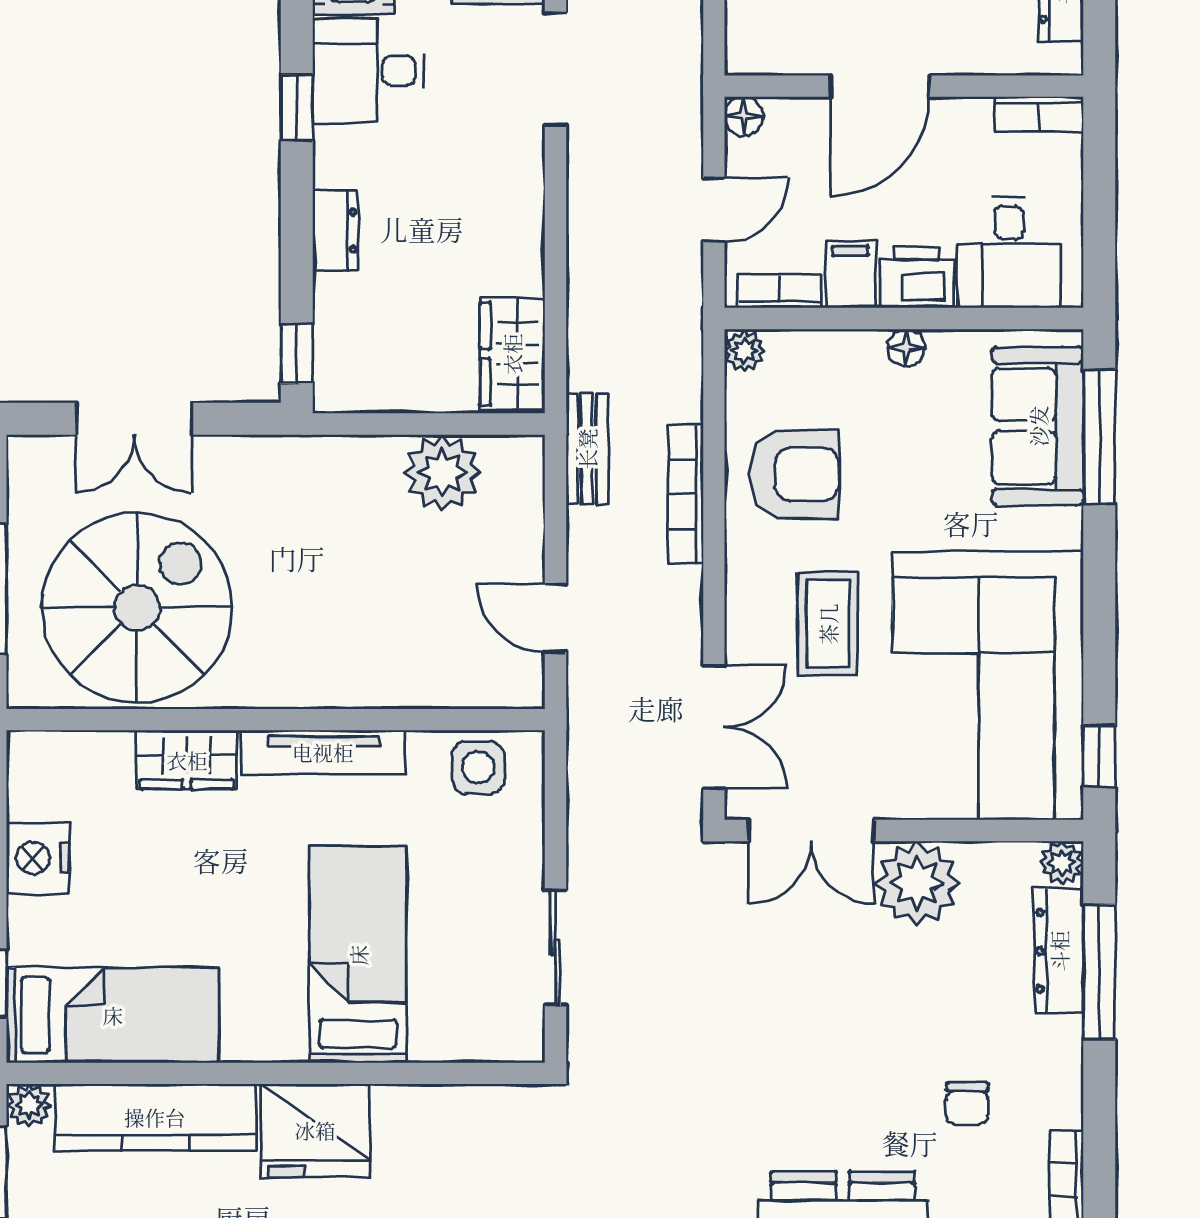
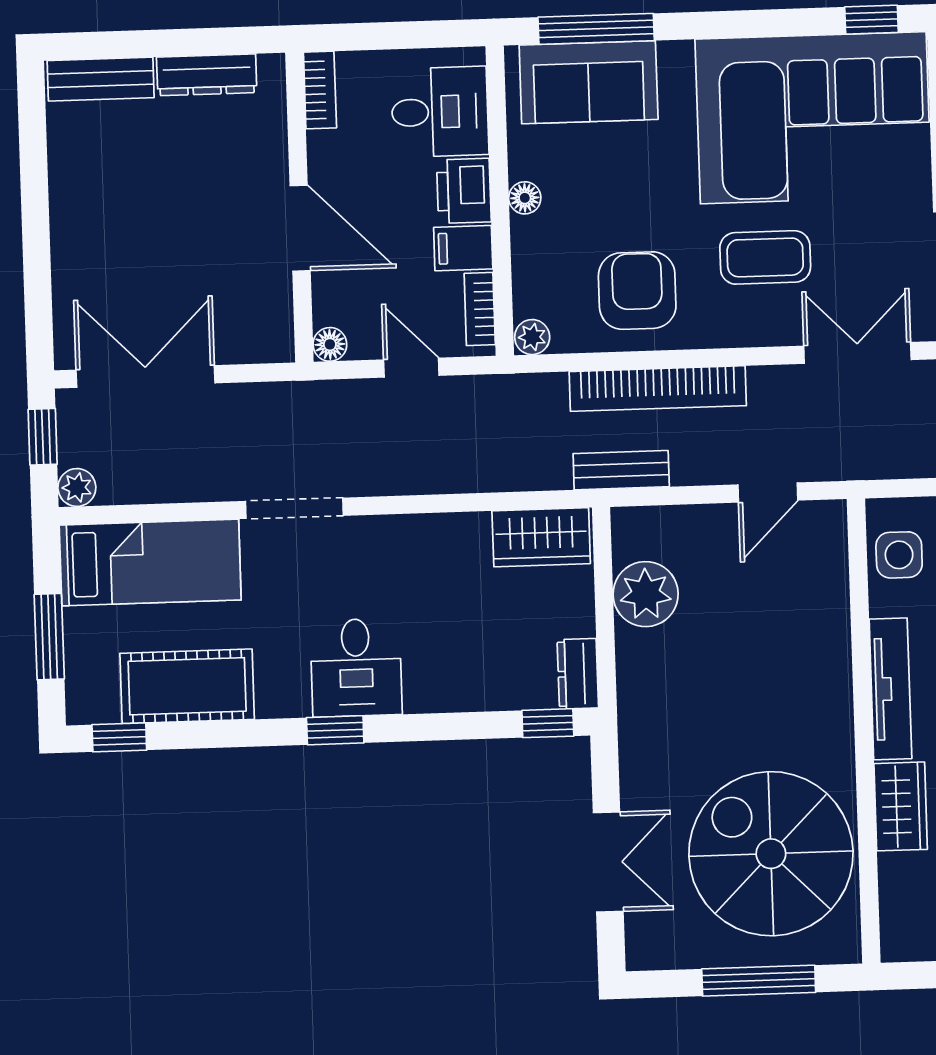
desk: (369, 71) -> (356, 668), moved
dresser: (335, 231) -> (578, 674), moved, turned -90
bookcase: (686, 494) -> (658, 389), width x1.48, depth x1.31

